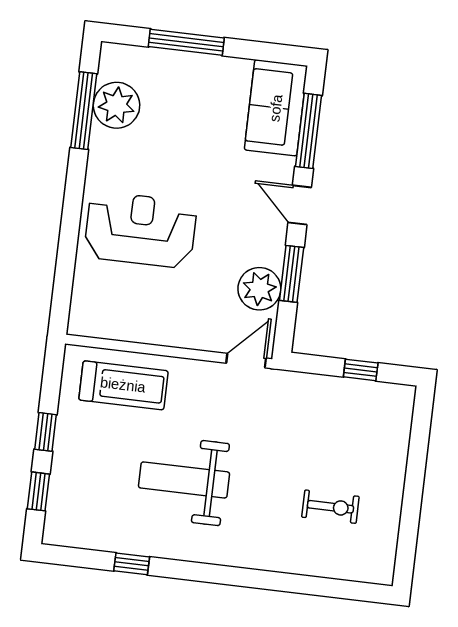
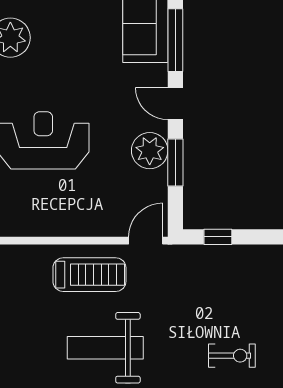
plant: (259, 289) -> (150, 151), moved
window: (361, 370) -> (218, 237), moved
treadmill: (123, 385) -> (89, 275), moved

